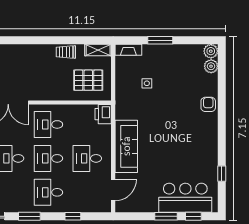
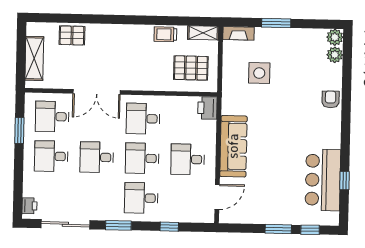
side table: (147, 83) -> (259, 73), width x1.87, depth x1.87
bar counter: (185, 198) -> (323, 180), moved, turned -90

